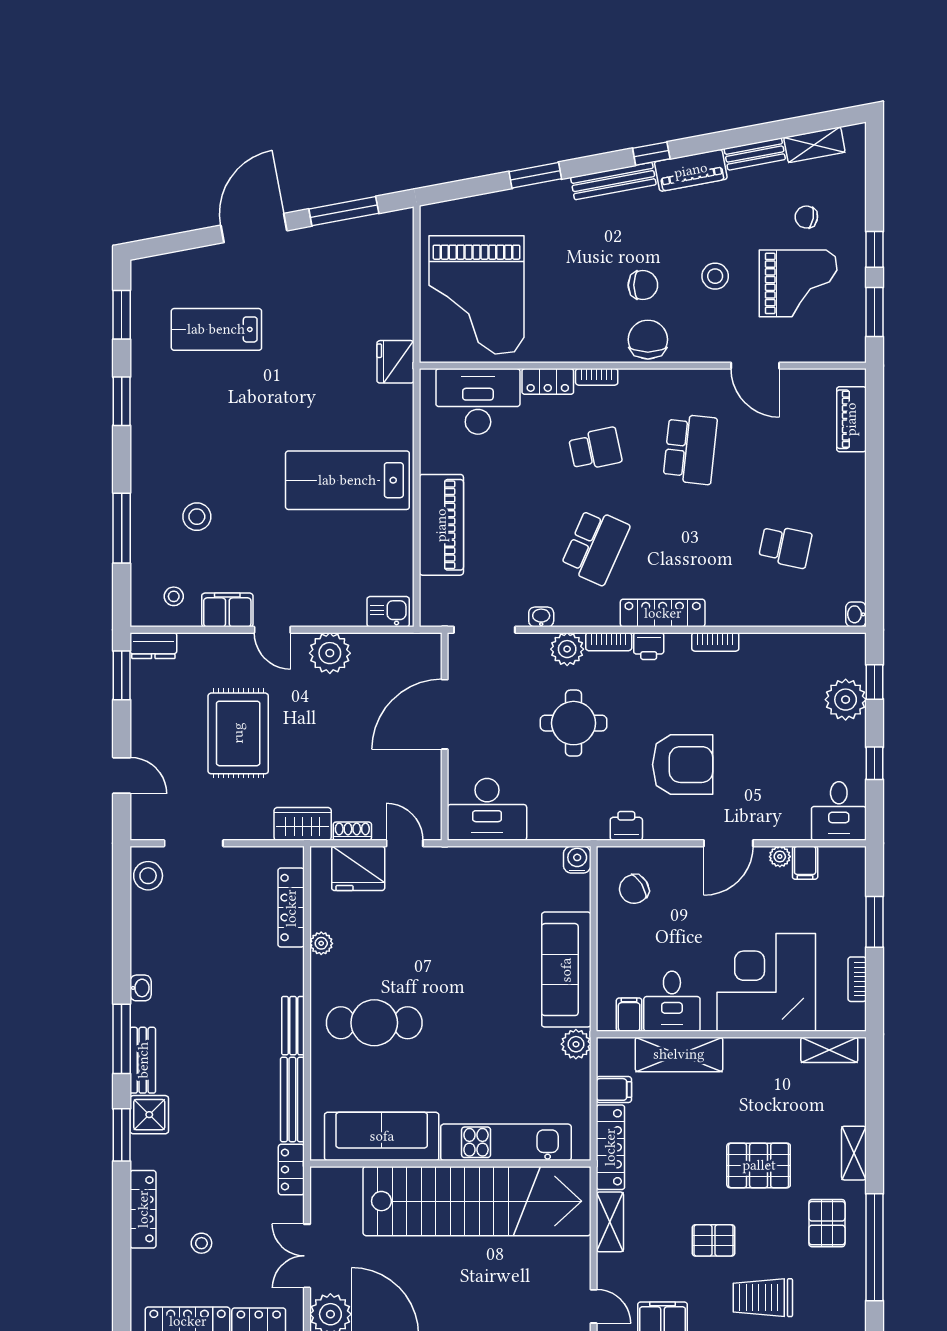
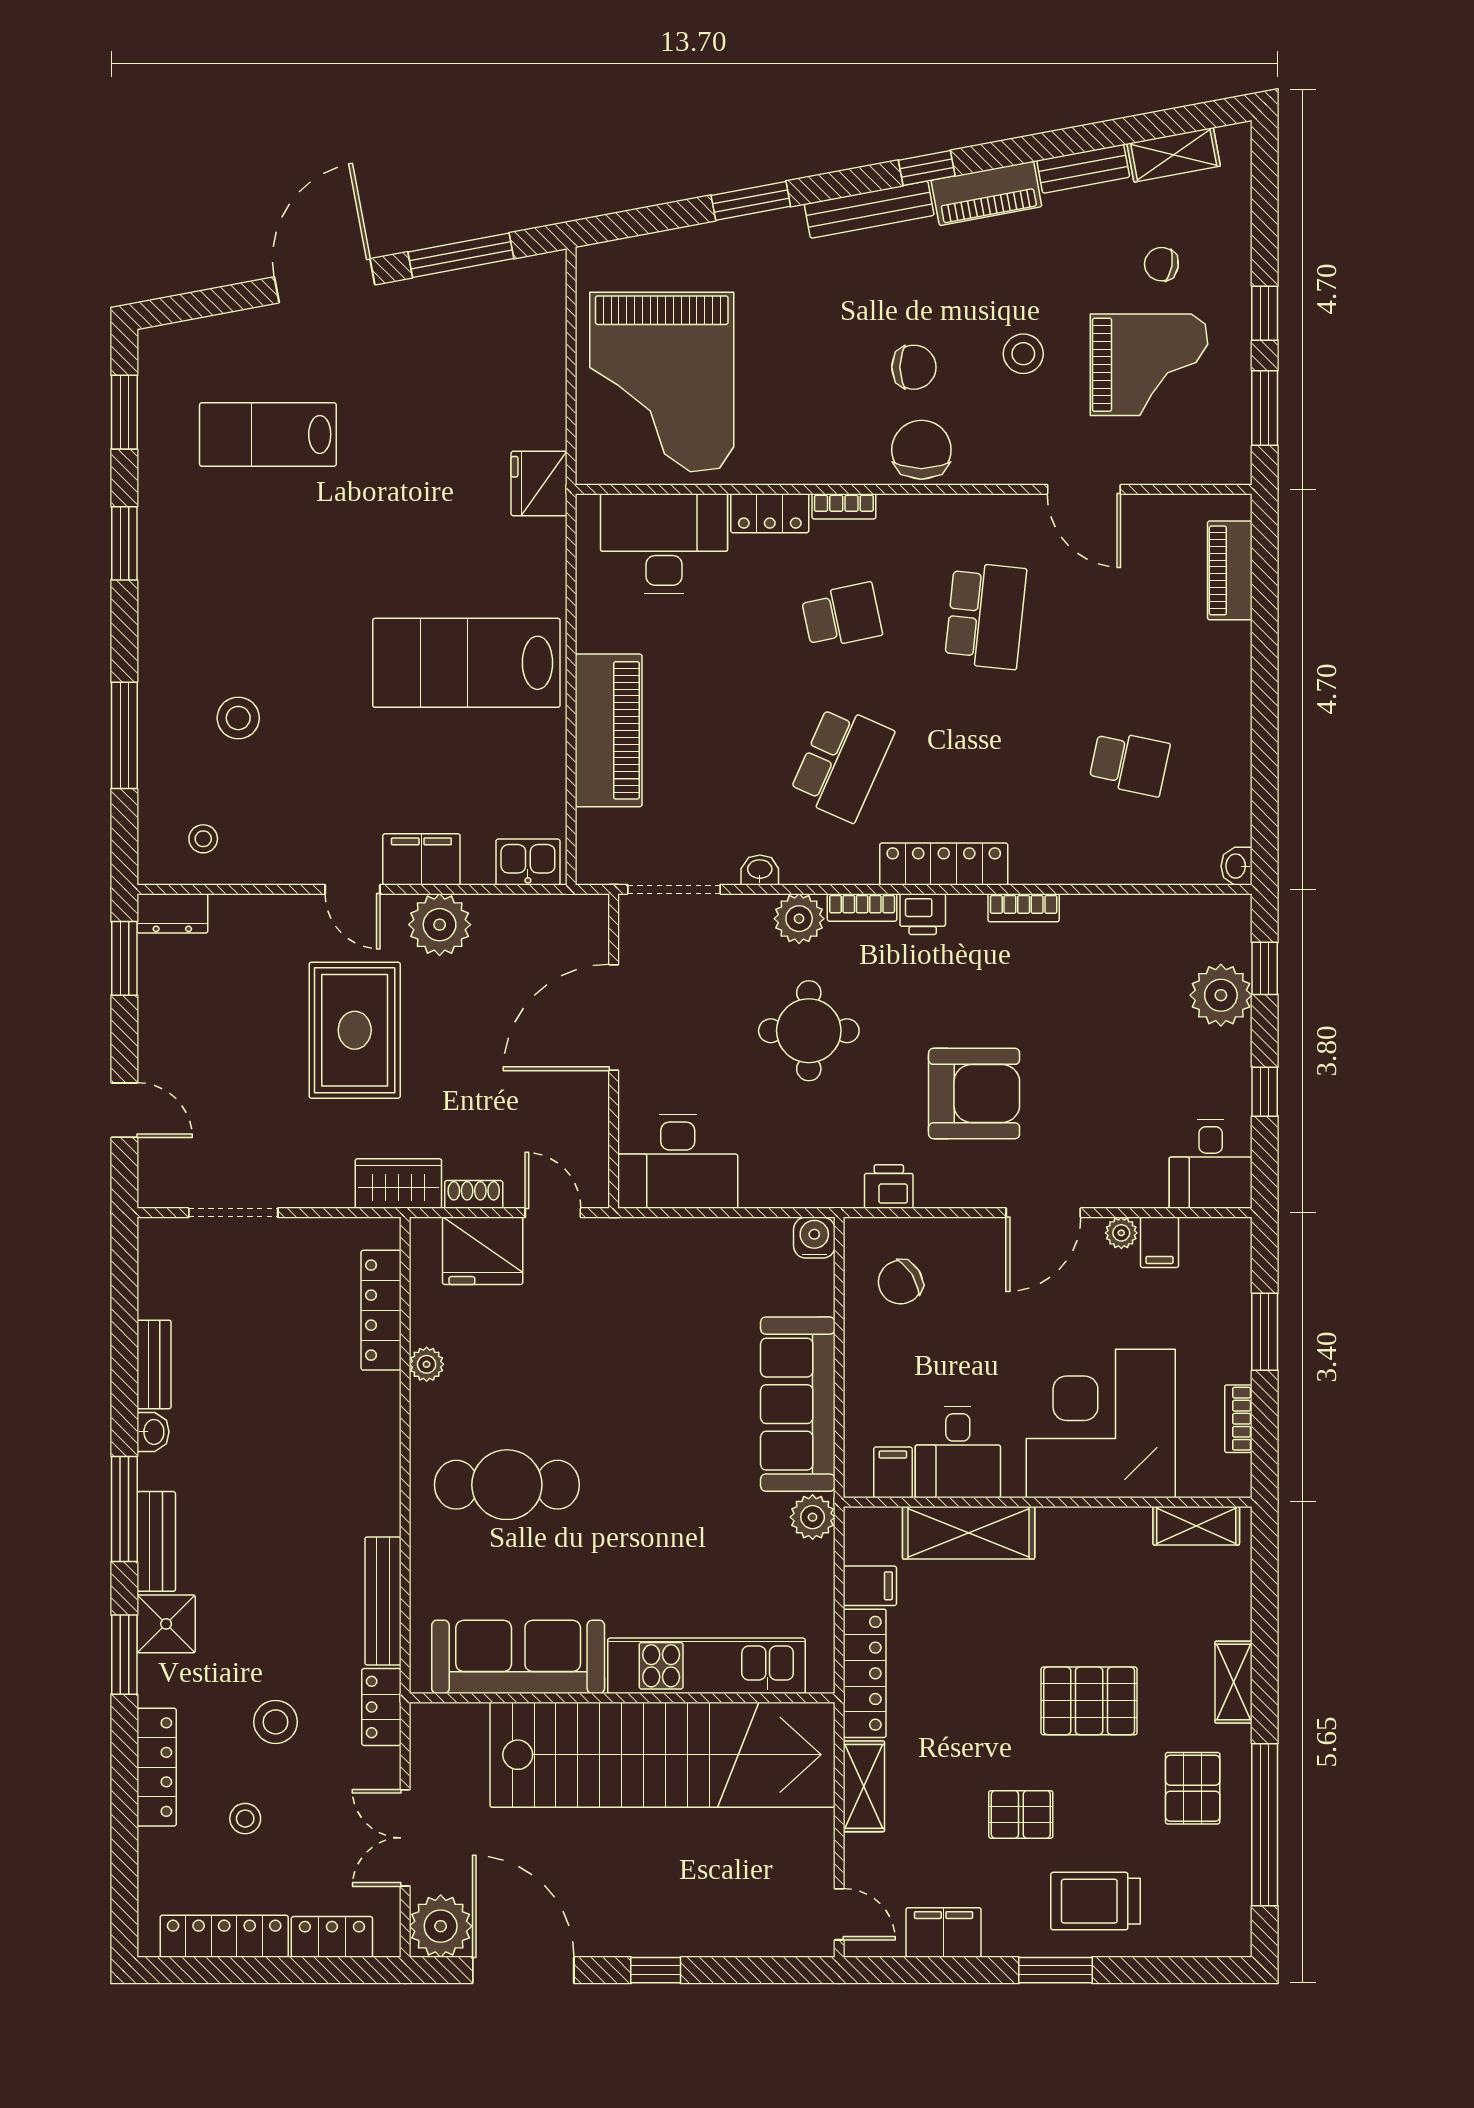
filing cabinet: (227, 610) -> (421, 859), moved
rug: (238, 733) -> (355, 1030), moved
stool: (148, 876) -> (276, 1722), moved
bench: (293, 1026) -> (154, 1364), moved

